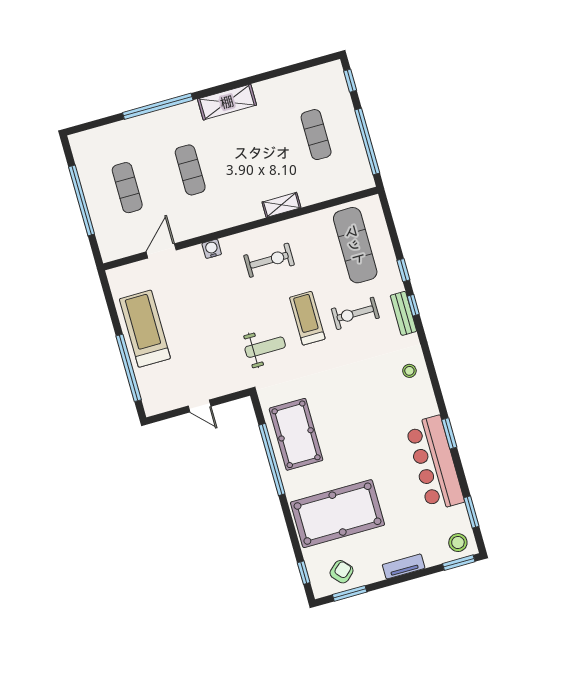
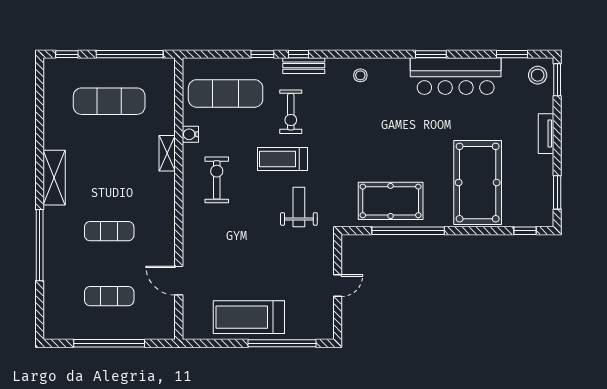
exercise mat: (316, 135) -> (109, 101), width x1.36, depth x1.45
water cooler: (212, 249) -> (190, 134), moved
armchair: (342, 572) -> (534, 194), removed

